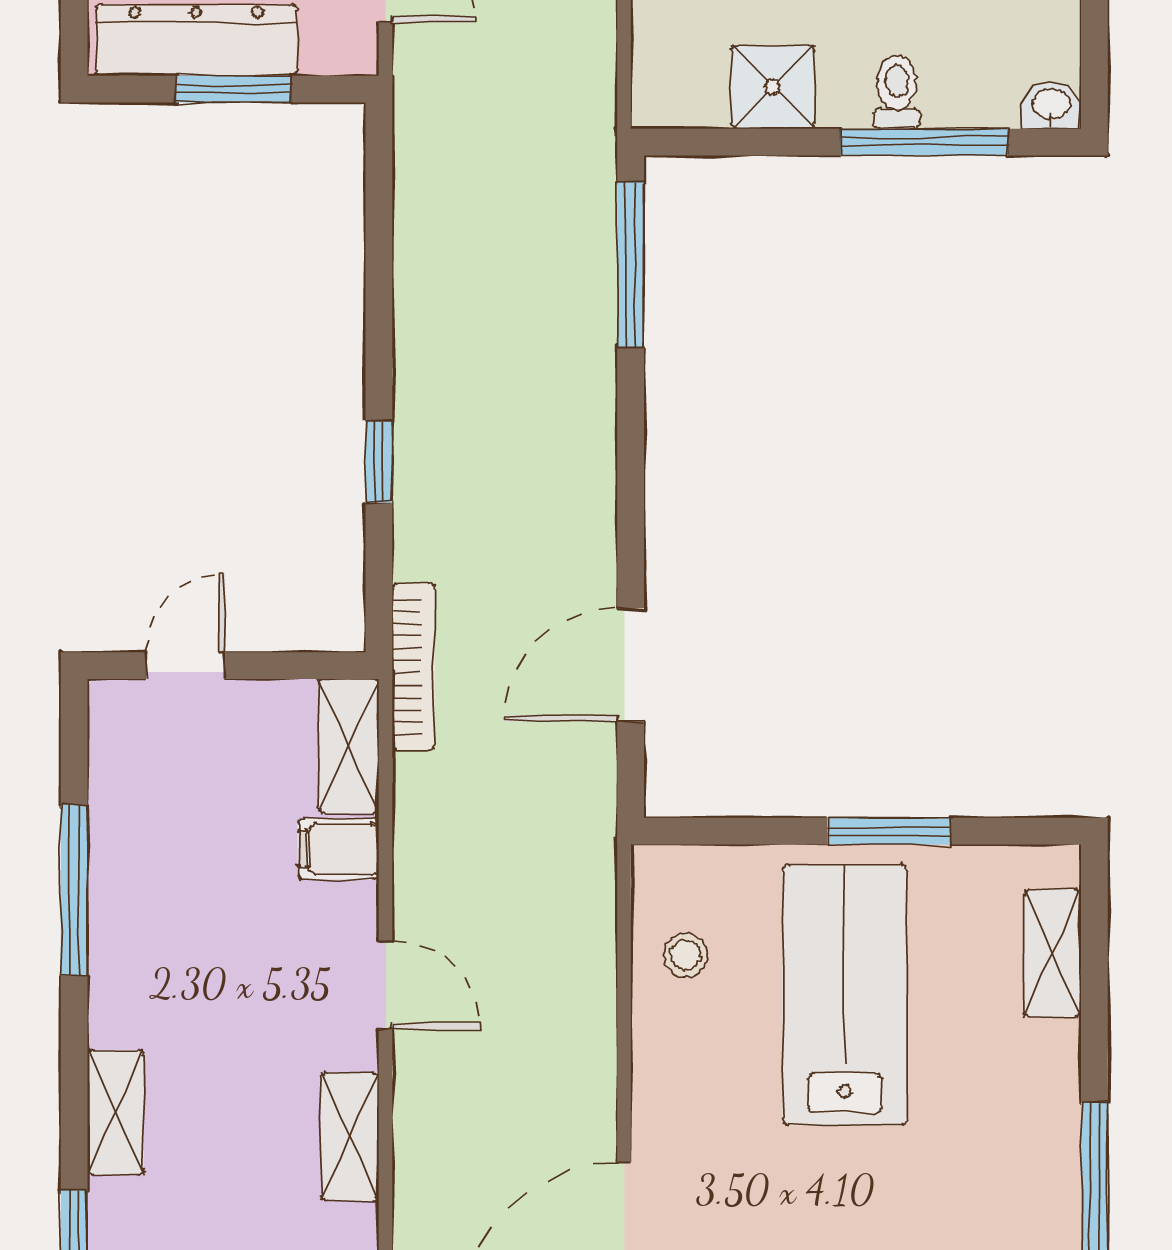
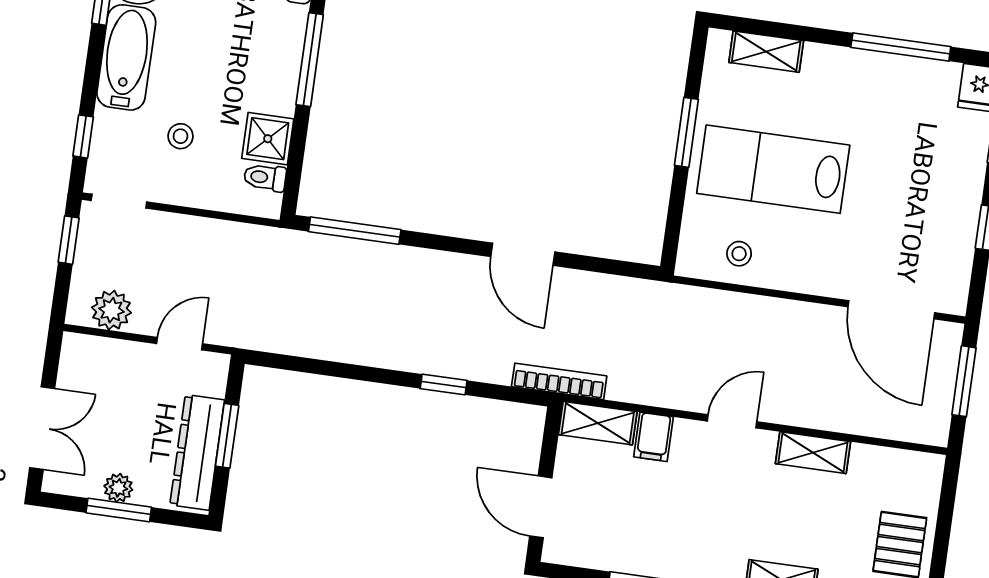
toilet: (897, 92) -> (265, 177), moved
door: (631, 665) -> (523, 254), moved
door: (185, 666) -> (541, 507), width x1.38

